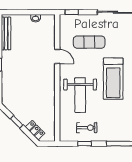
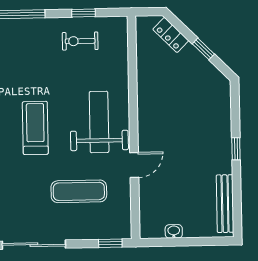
door: (57, 56) -> (134, 165), swing flipped
treadmill: (113, 79) -> (35, 128), width x0.73, depth x0.73
weight bench: (80, 95) -> (99, 122), moved

